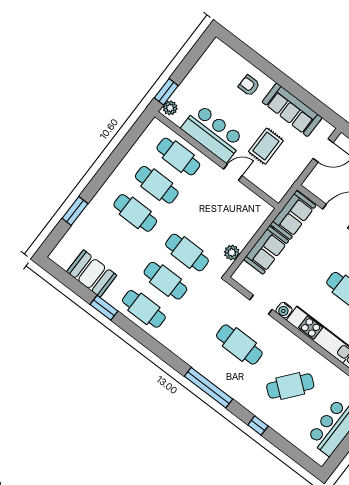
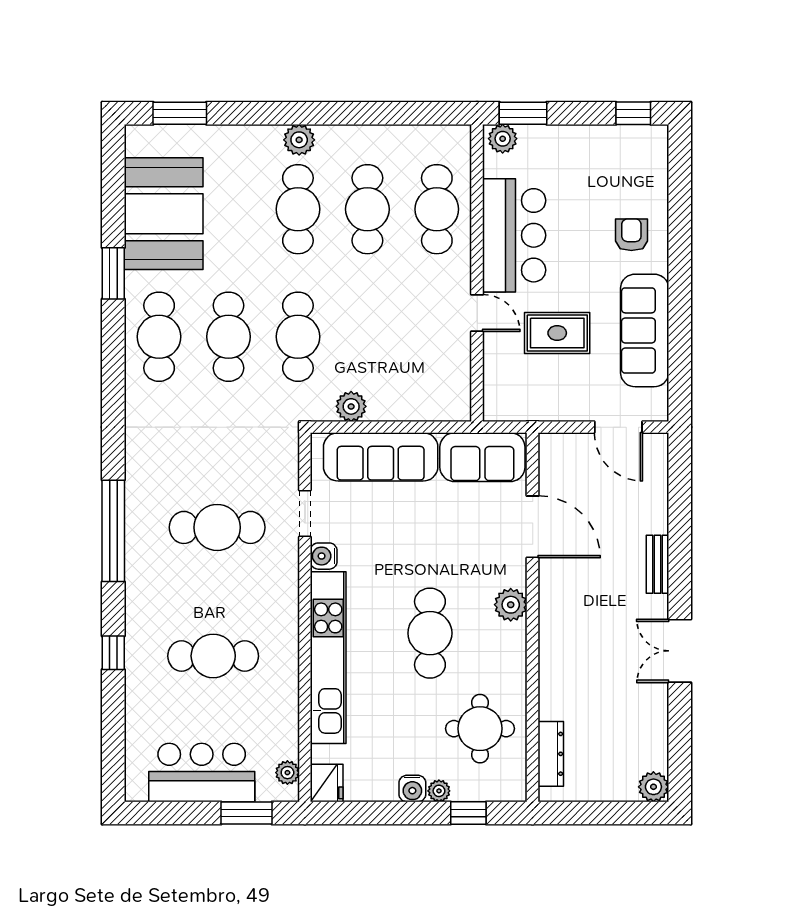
window: (200, 47) -> (633, 113), added
plant: (107, 191) -> (299, 140), added
window: (75, 211) -> (180, 113), moved
sofa: (266, 250) -> (381, 457), width x1.36
booth: (92, 274) -> (164, 214), width x1.36, depth x1.42
cafe table: (239, 345) -> (217, 527), turned 90
cafe table: (290, 386) -> (213, 656), turned -39

